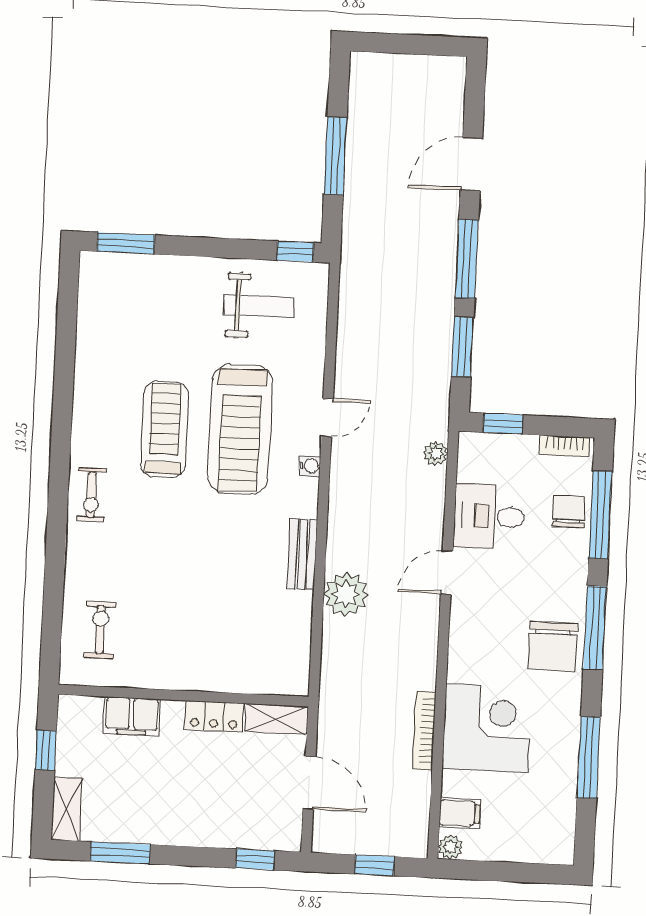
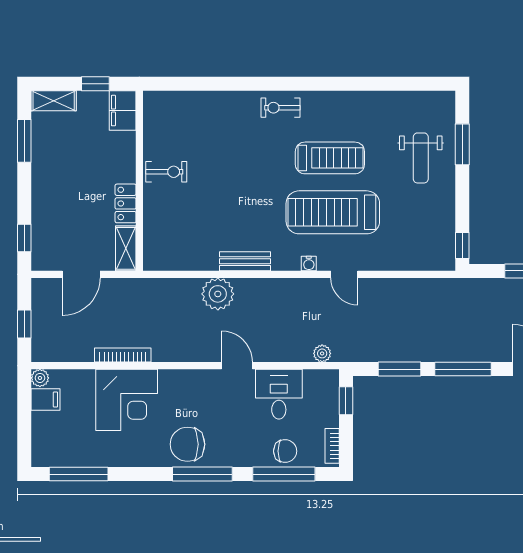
window: (126, 243) -> (462, 144), moved
weight bench: (259, 306) -> (421, 158), moved
exercise bike: (100, 630) -> (166, 172), moved
filing cabinet: (132, 716) -> (123, 111), moved
window: (589, 757) -> (79, 474), moved
filing cabinet: (460, 813) -> (45, 399), moved, turned -90

